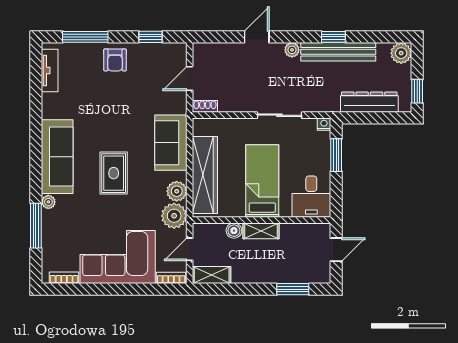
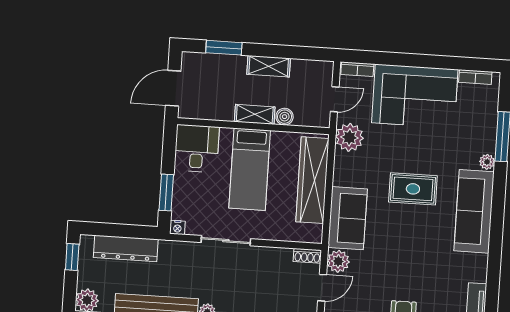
rug: (114, 173) -> (413, 189), turned 90
plant: (177, 191) -> (338, 261), moved
door: (336, 250) -> (173, 88), width x1.38
shelving: (212, 275) -> (269, 66), moved

